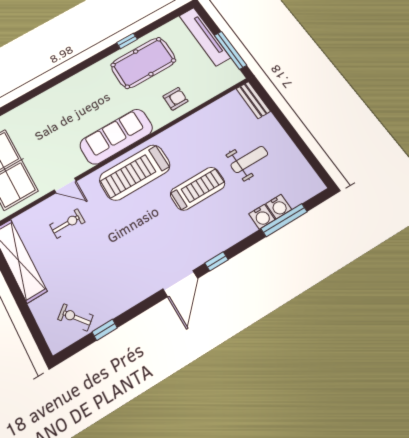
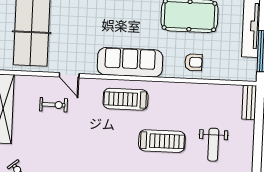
weight bench: (249, 159) -> (213, 145), turned 90
treadmill: (135, 172) -> (126, 99), width x0.73, depth x0.73

